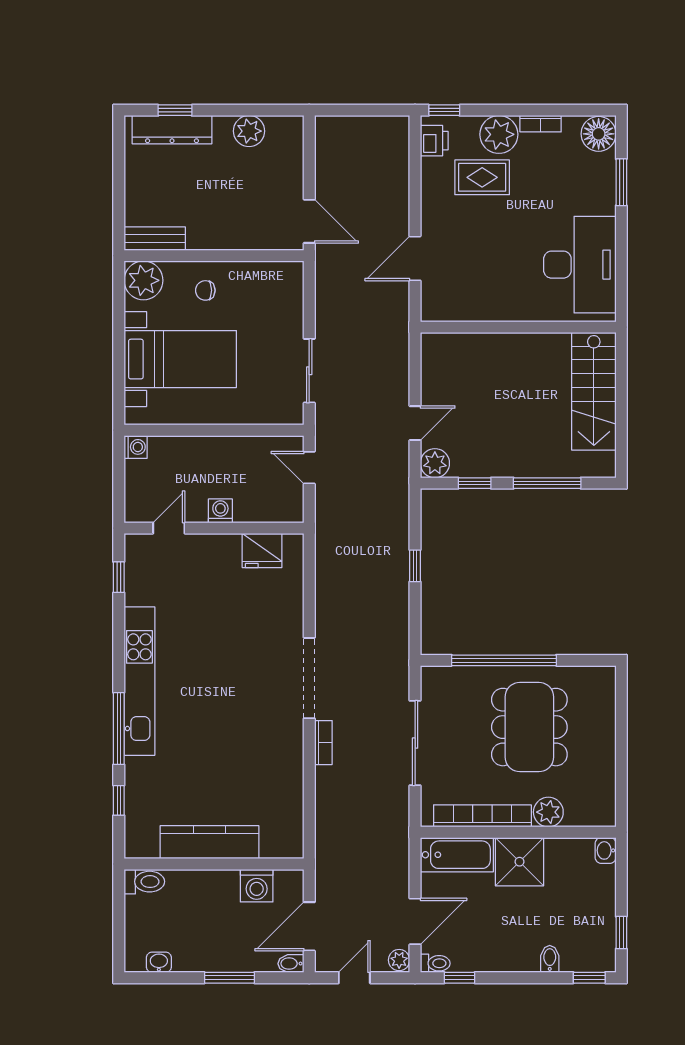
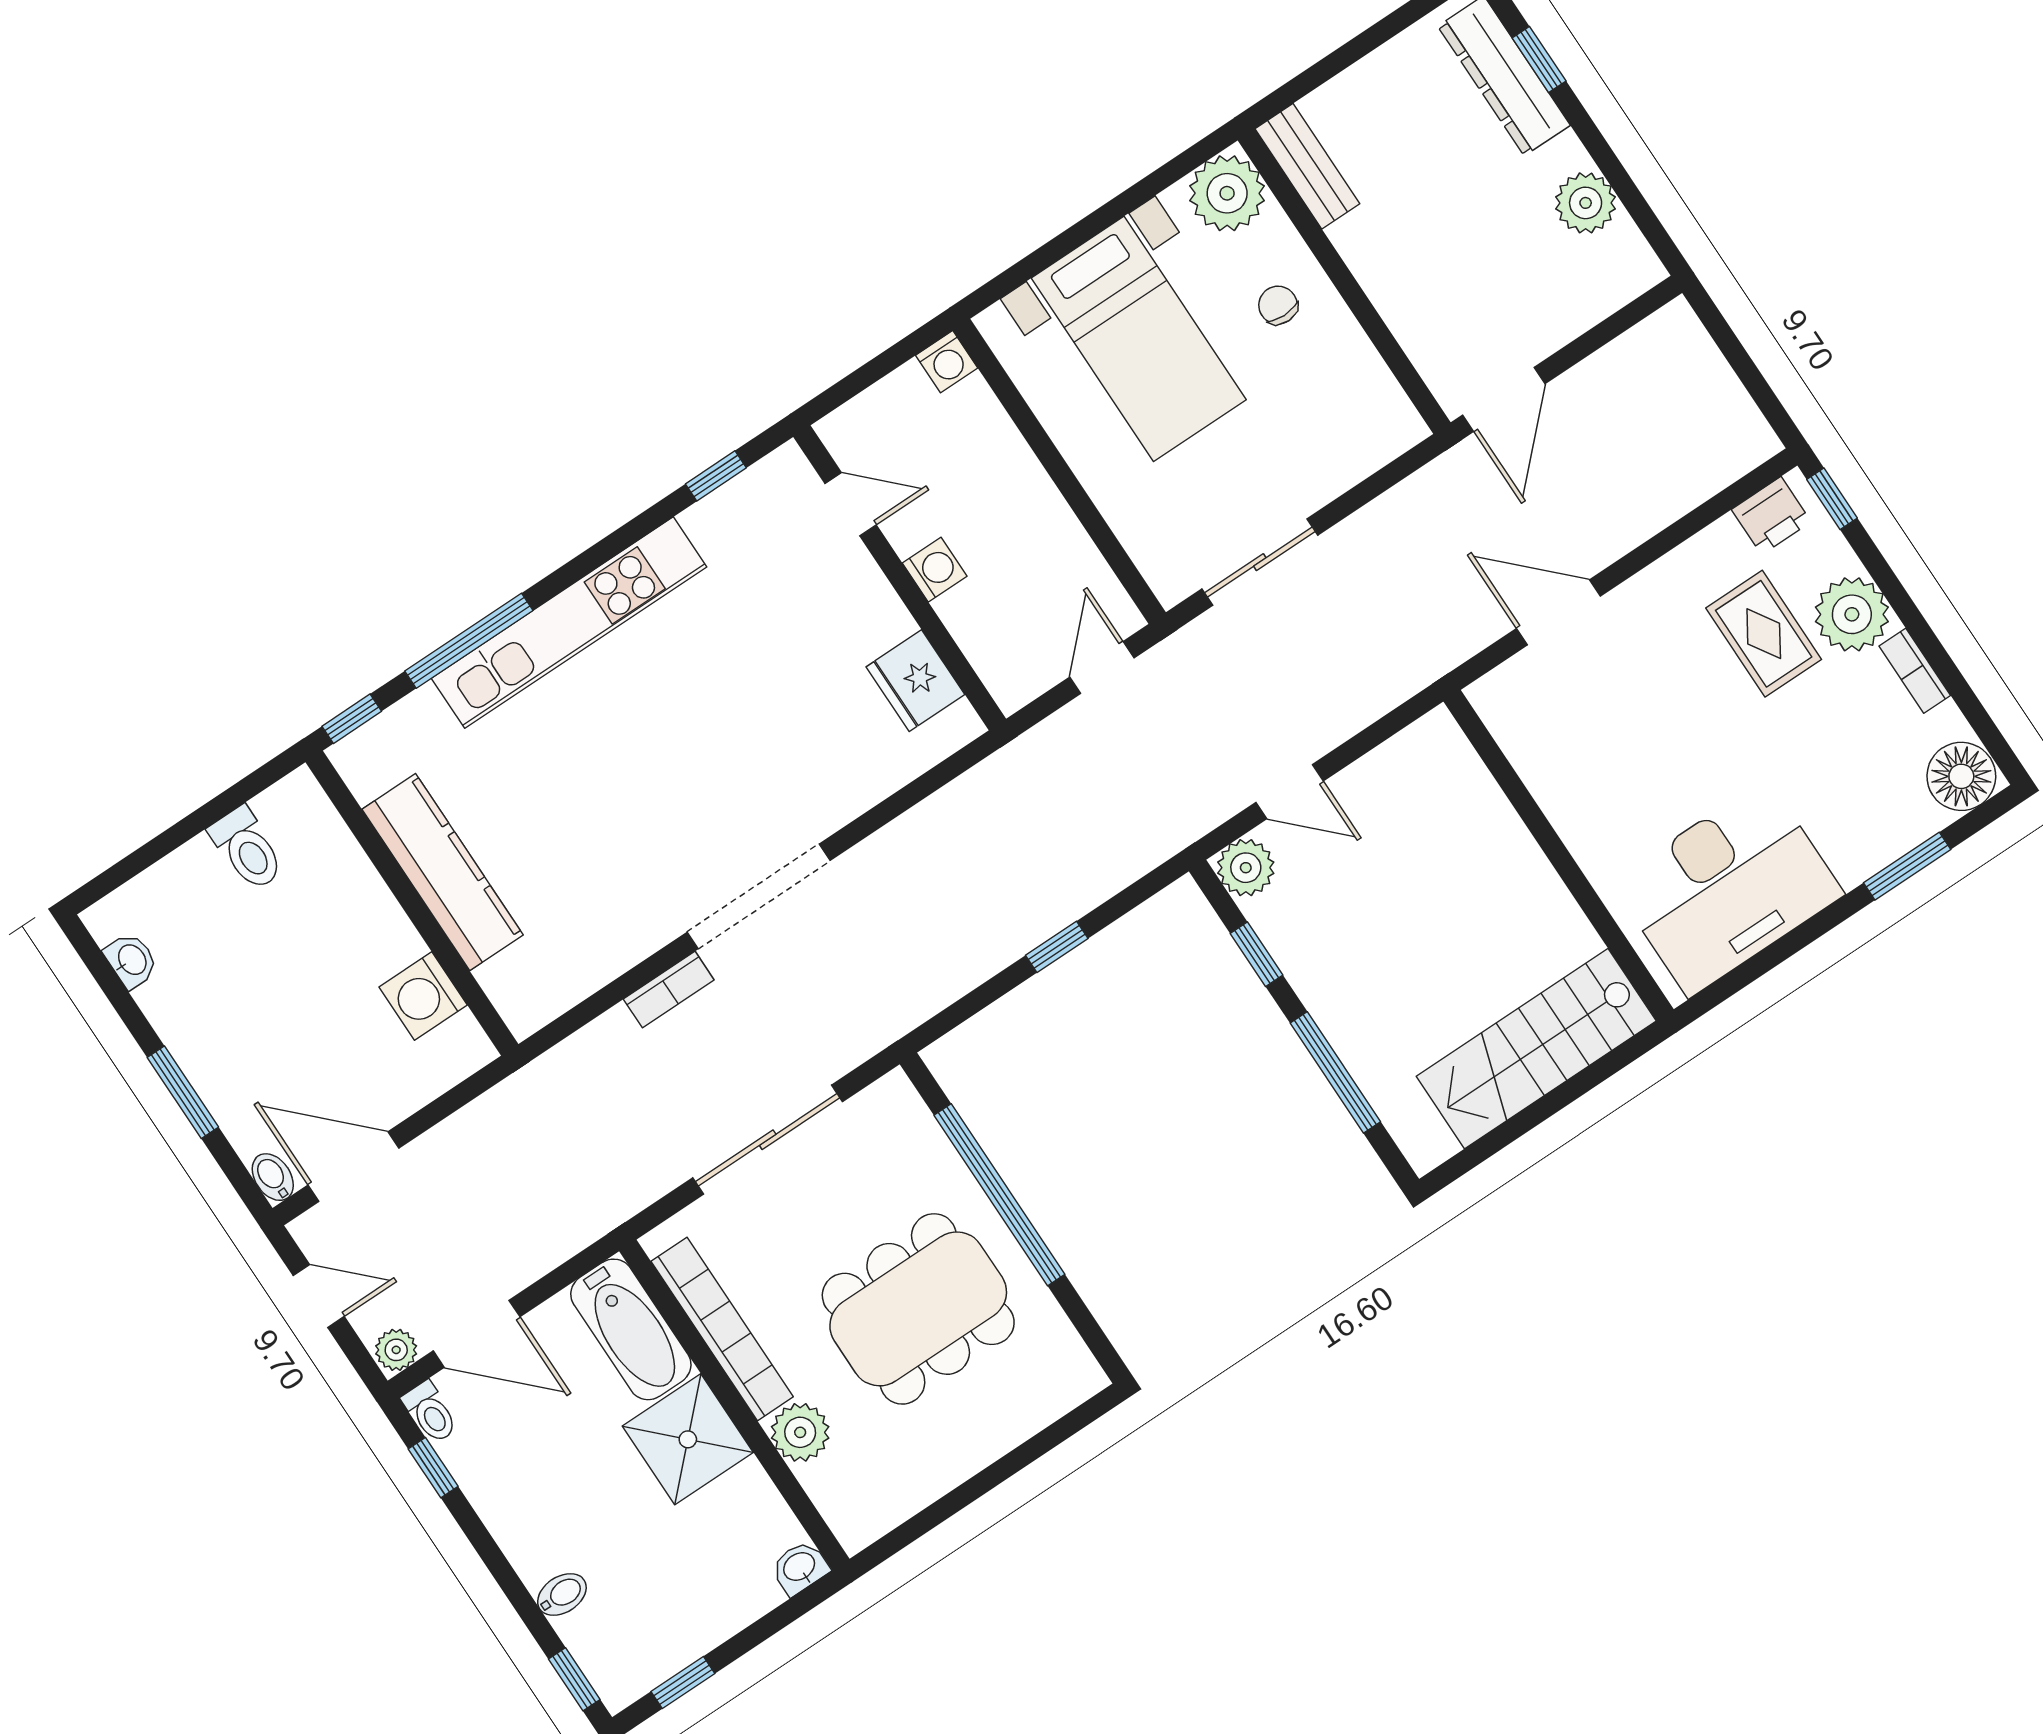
kitchen counter: (210, 842) -> (443, 872), moved
wall: (214, 864) -> (412, 903), moved
washing machine: (257, 886) -> (423, 996), moved

